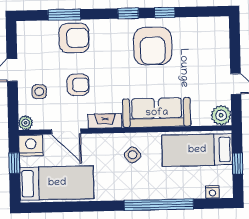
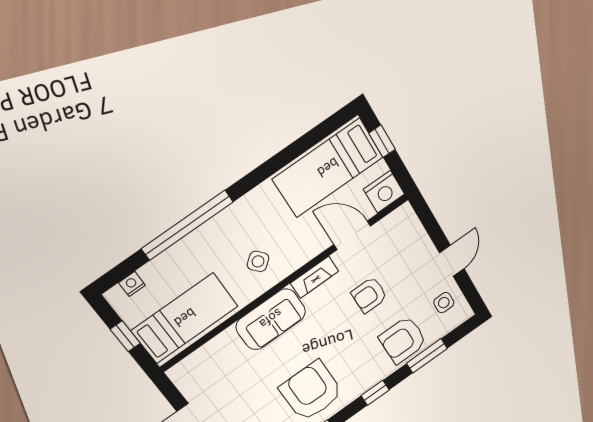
window: (128, 13) -> (375, 393), moved
side table: (39, 92) -> (444, 303), moved
sofa: (157, 113) -> (271, 319), width x0.73
plant: (221, 115) -> (184, 374), removed
plant: (26, 123) -> (405, 213), removed
window: (14, 163) -> (382, 141), moved

